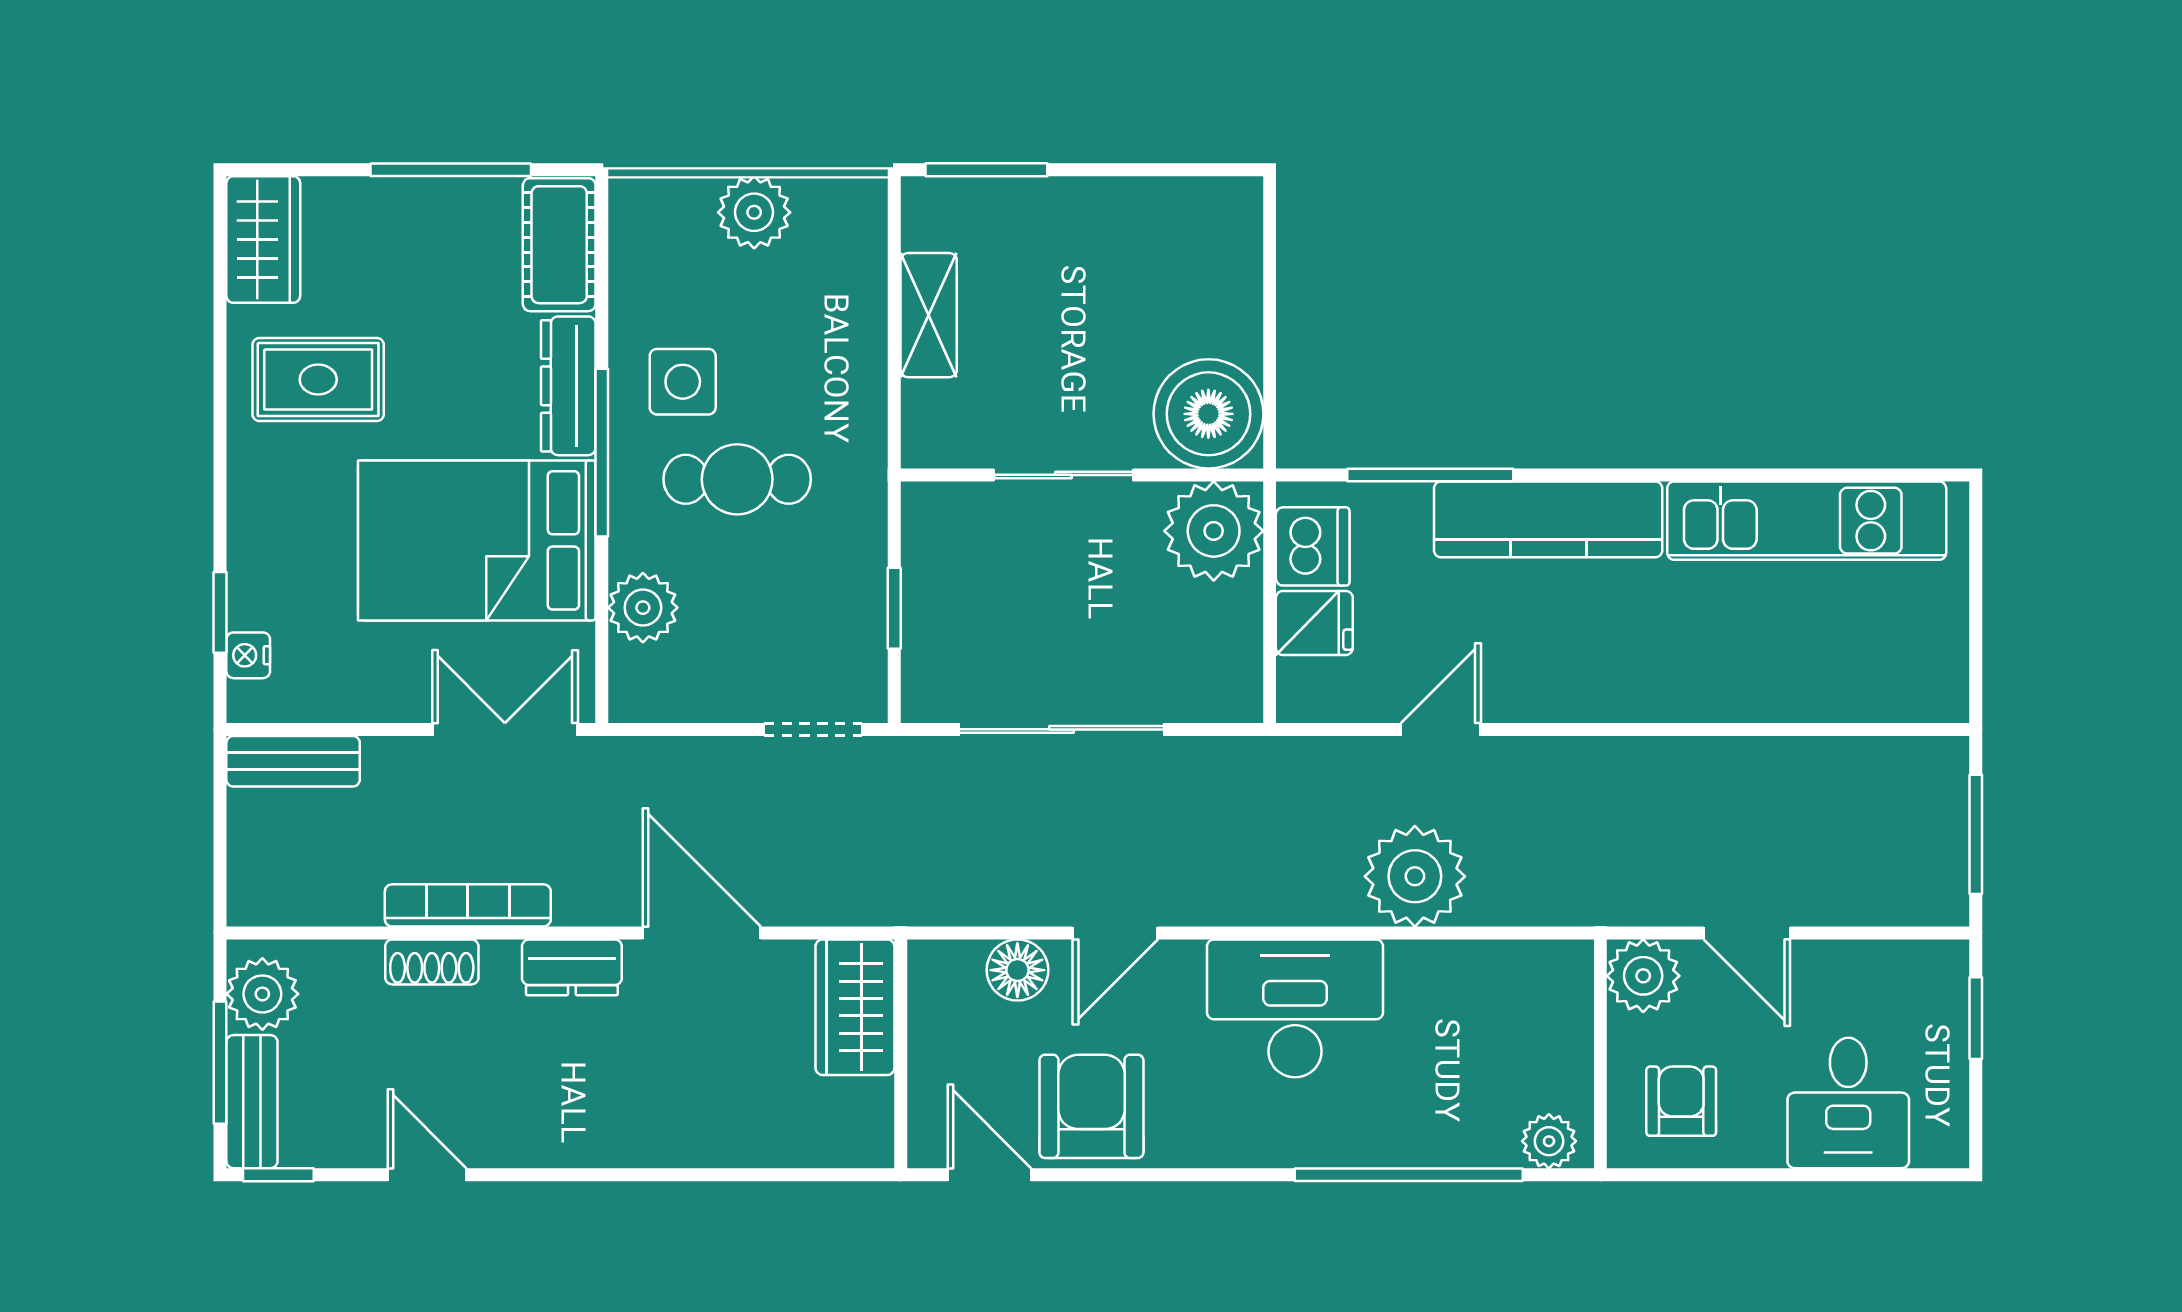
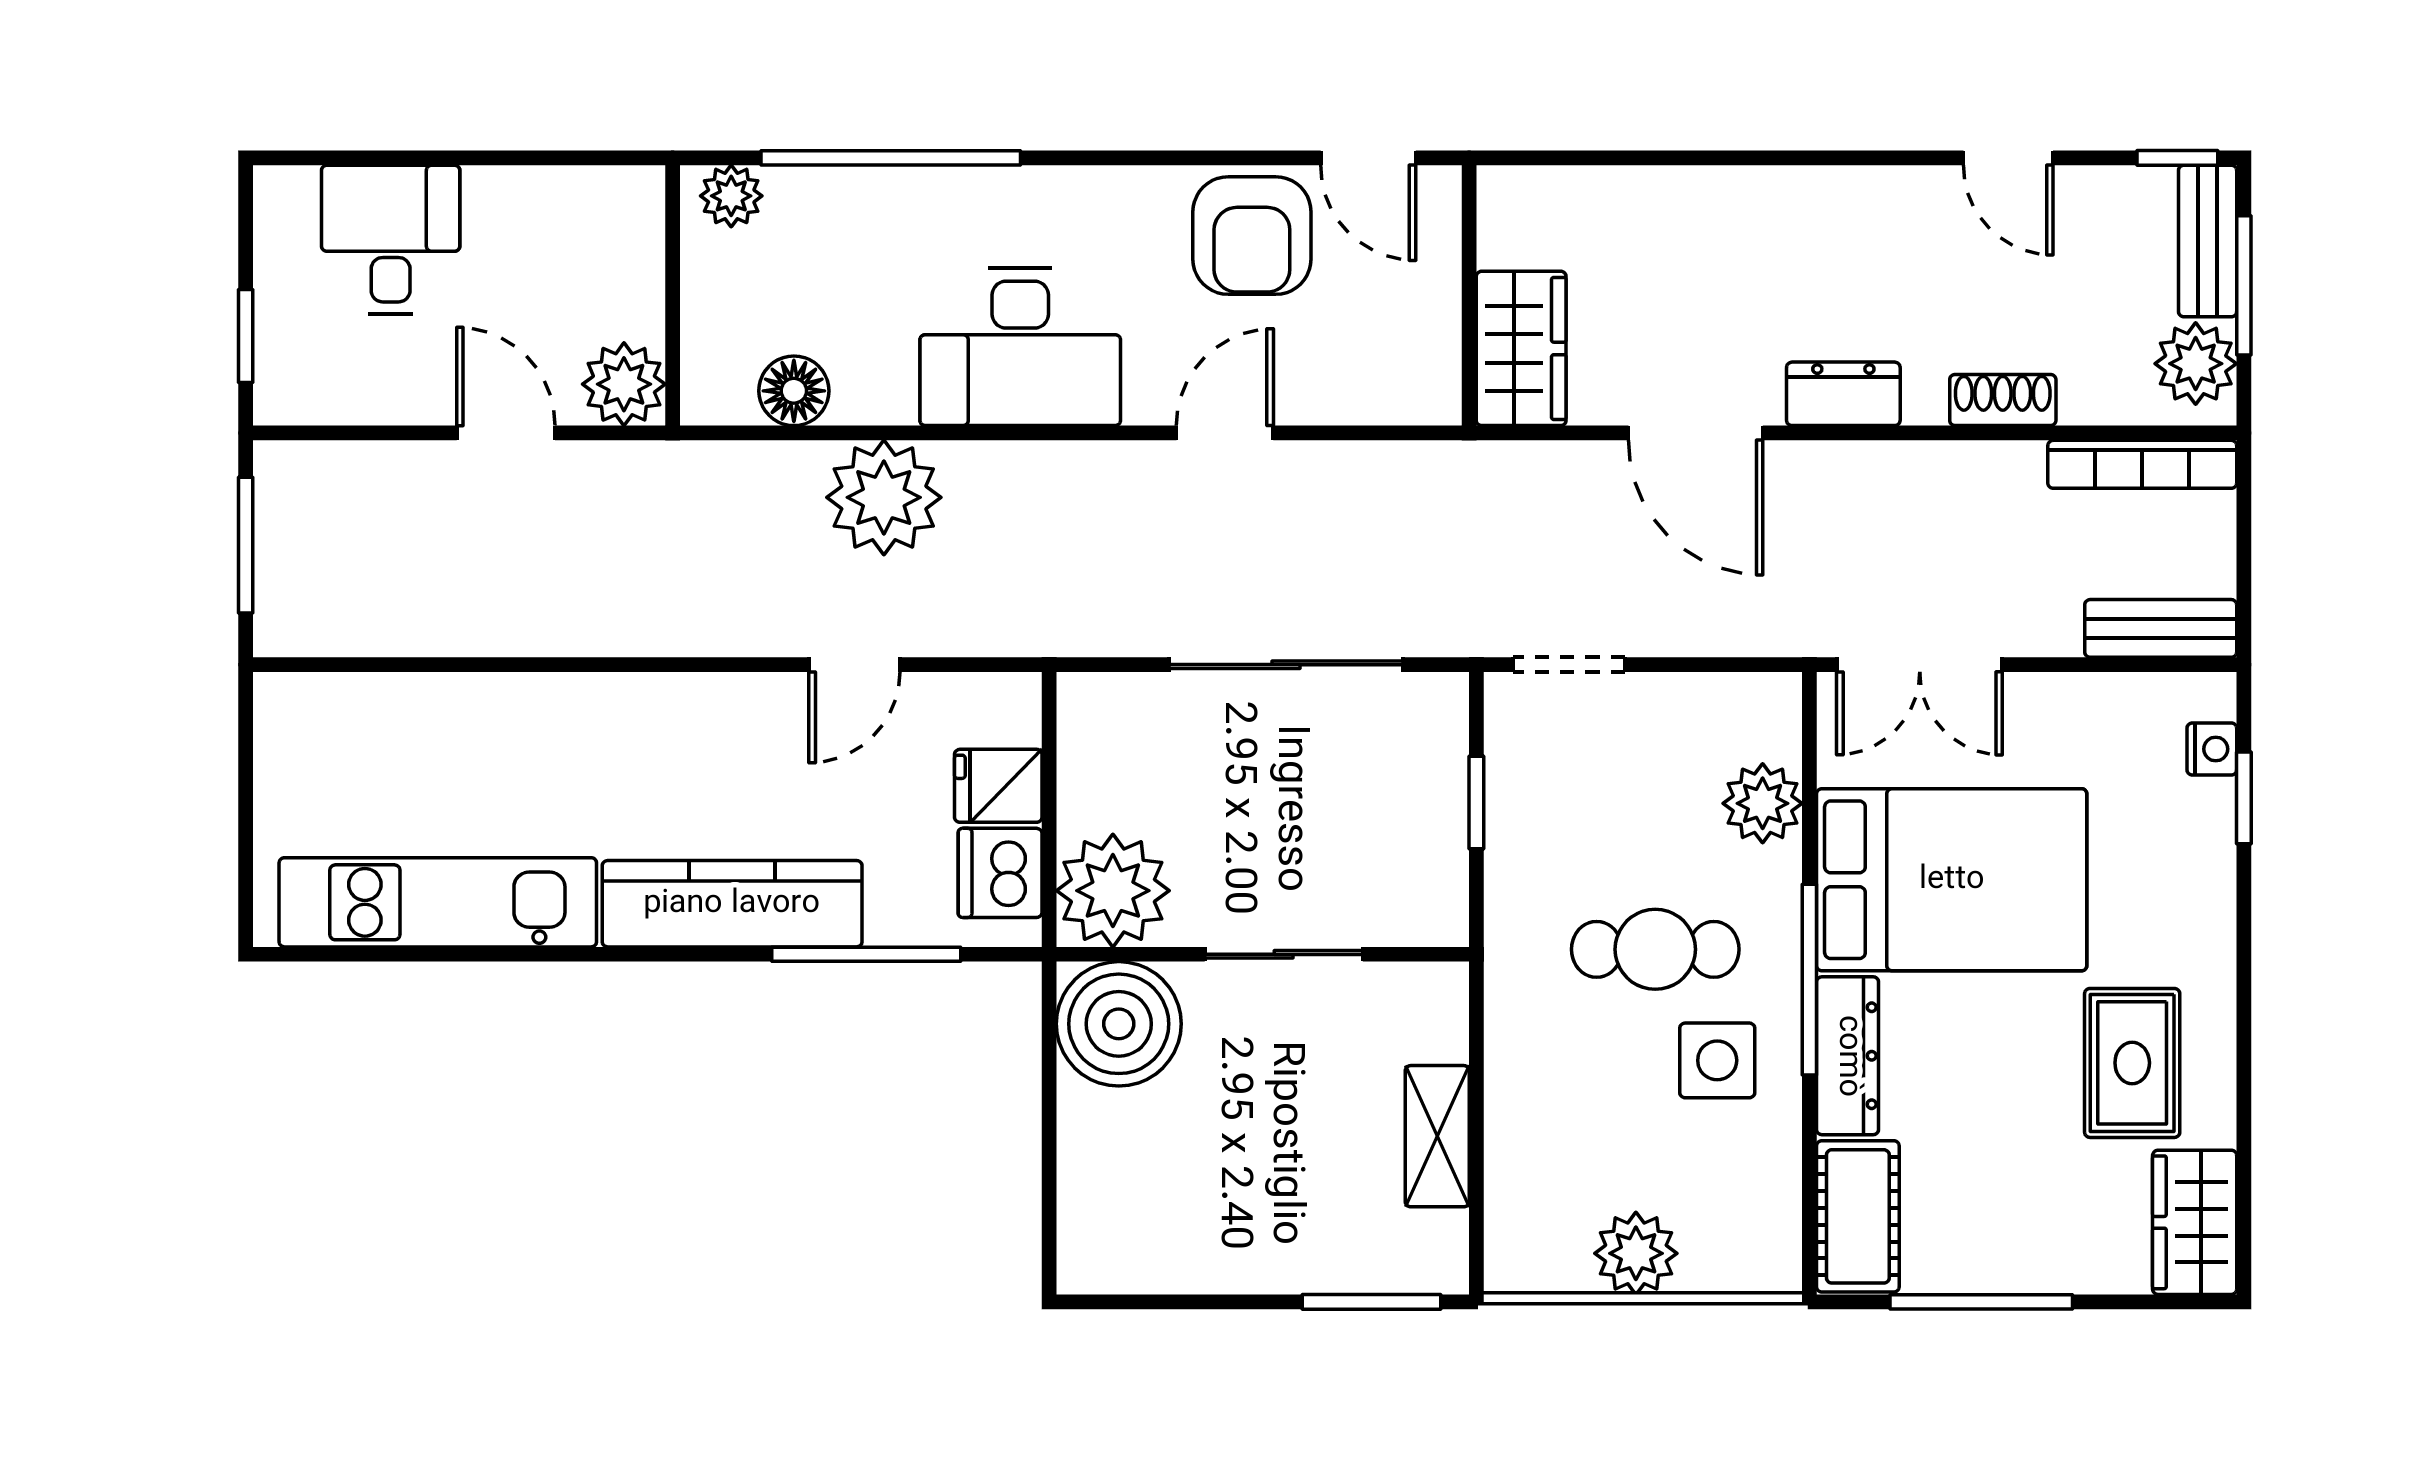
rug: (318, 380) -> (2132, 1063), turned 90
bookcase: (468, 905) -> (2142, 464), moved
floor lamp: (1017, 970) -> (794, 391), moved
armchair: (1681, 1101) -> (581, 241), removed

